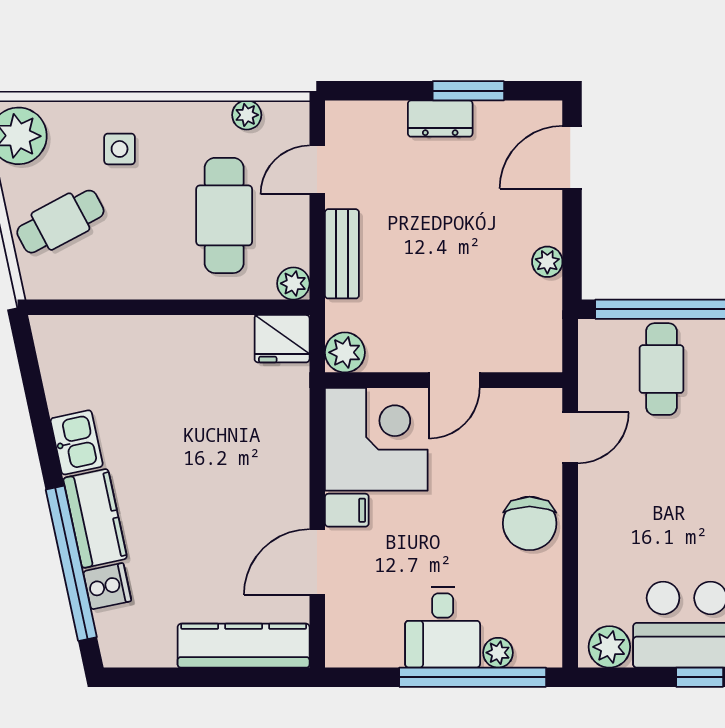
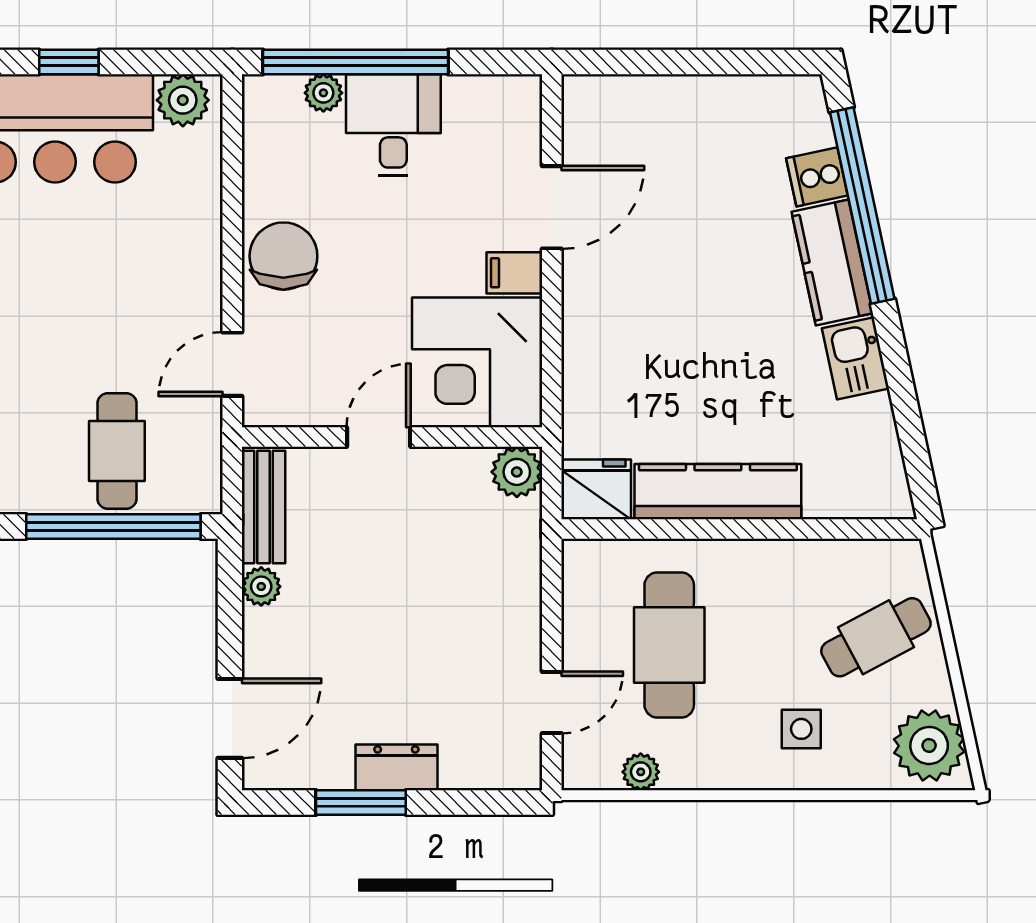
bench: (342, 254) -> (264, 507), moved
plant: (293, 283) -> (582, 559), removed
kitchen counter: (244, 646) -> (718, 492), moved, turned 180

